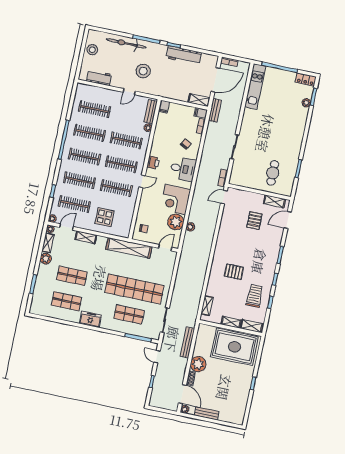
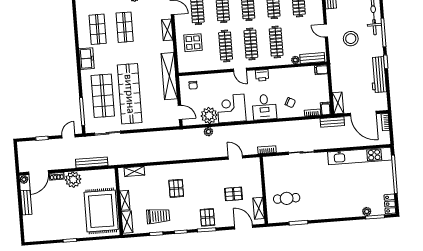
kitchen unit: (255, 86) -> (360, 156), width x1.36
door: (224, 197) -> (235, 157), moved
pallet: (269, 251) -> (207, 217), added
shop shelf: (129, 314) -> (103, 96), width x1.43, depth x1.36

